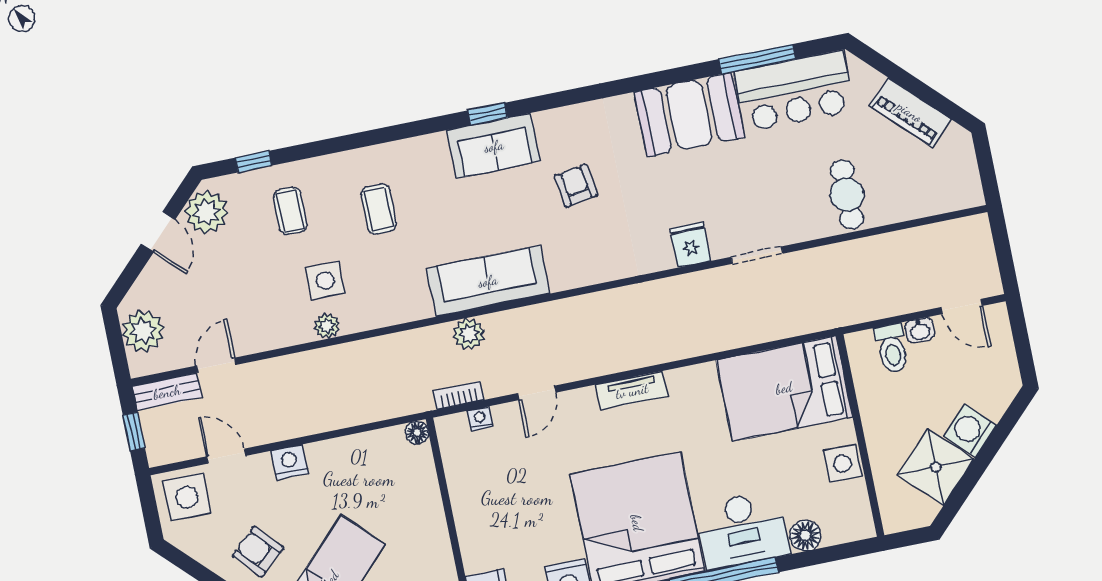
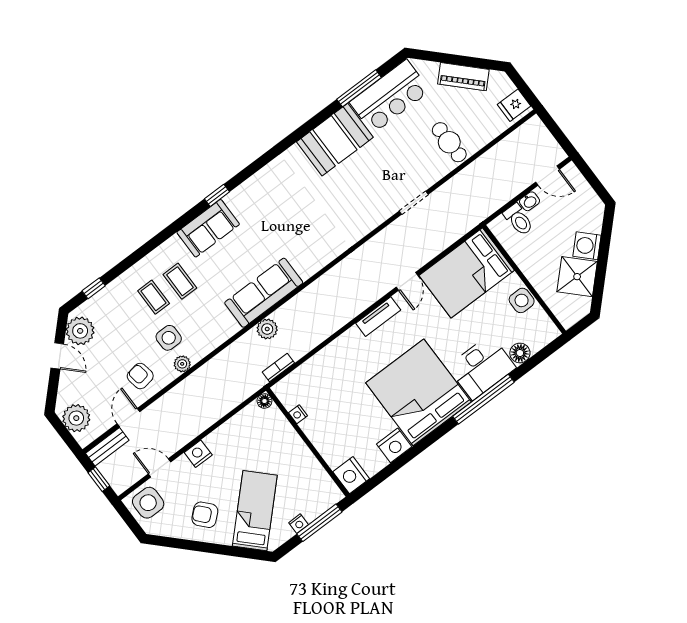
sofa: (494, 146) -> (208, 228), moved
armchair: (576, 186) -> (140, 376), moved
coffee table: (290, 211) -> (154, 297), moved
fridge: (690, 245) -> (514, 105), moved, turned -90
door: (537, 393) -> (407, 281), moved
nightstand: (480, 419) -> (298, 414), moved, turned -90

